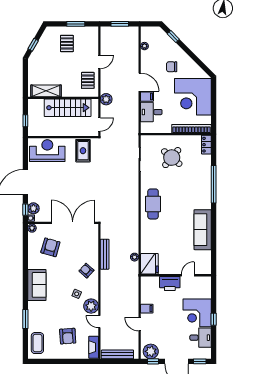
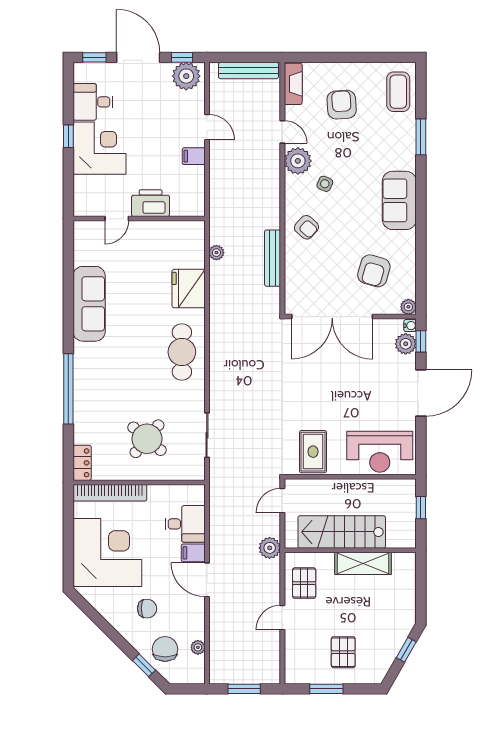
chair: (162, 45) -> (165, 649), added
shelving: (46, 91) -> (363, 563), moved
fridge: (149, 264) -> (189, 289), moved

